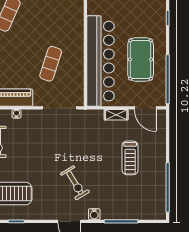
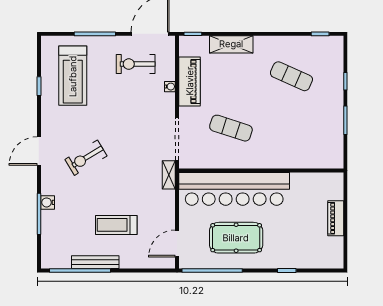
shelving: (116, 115) -> (169, 175), moved
bench: (161, 175) -> (95, 262), added
water cooler: (94, 214) -> (48, 202), moved

